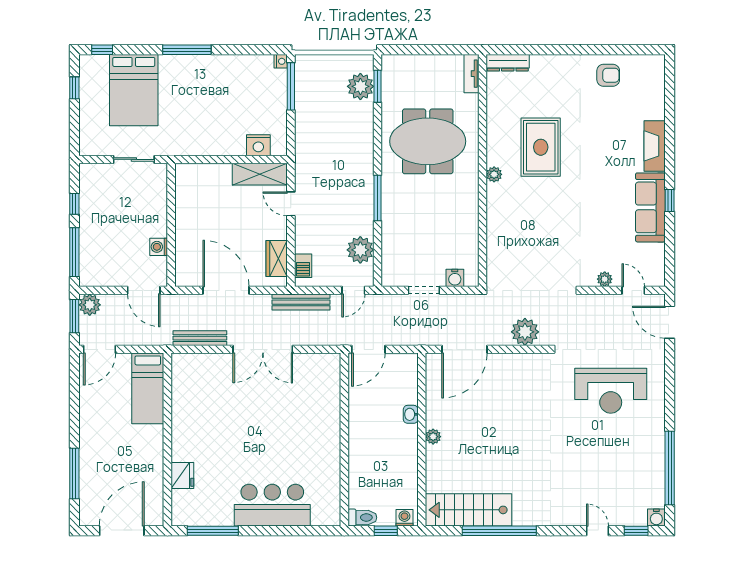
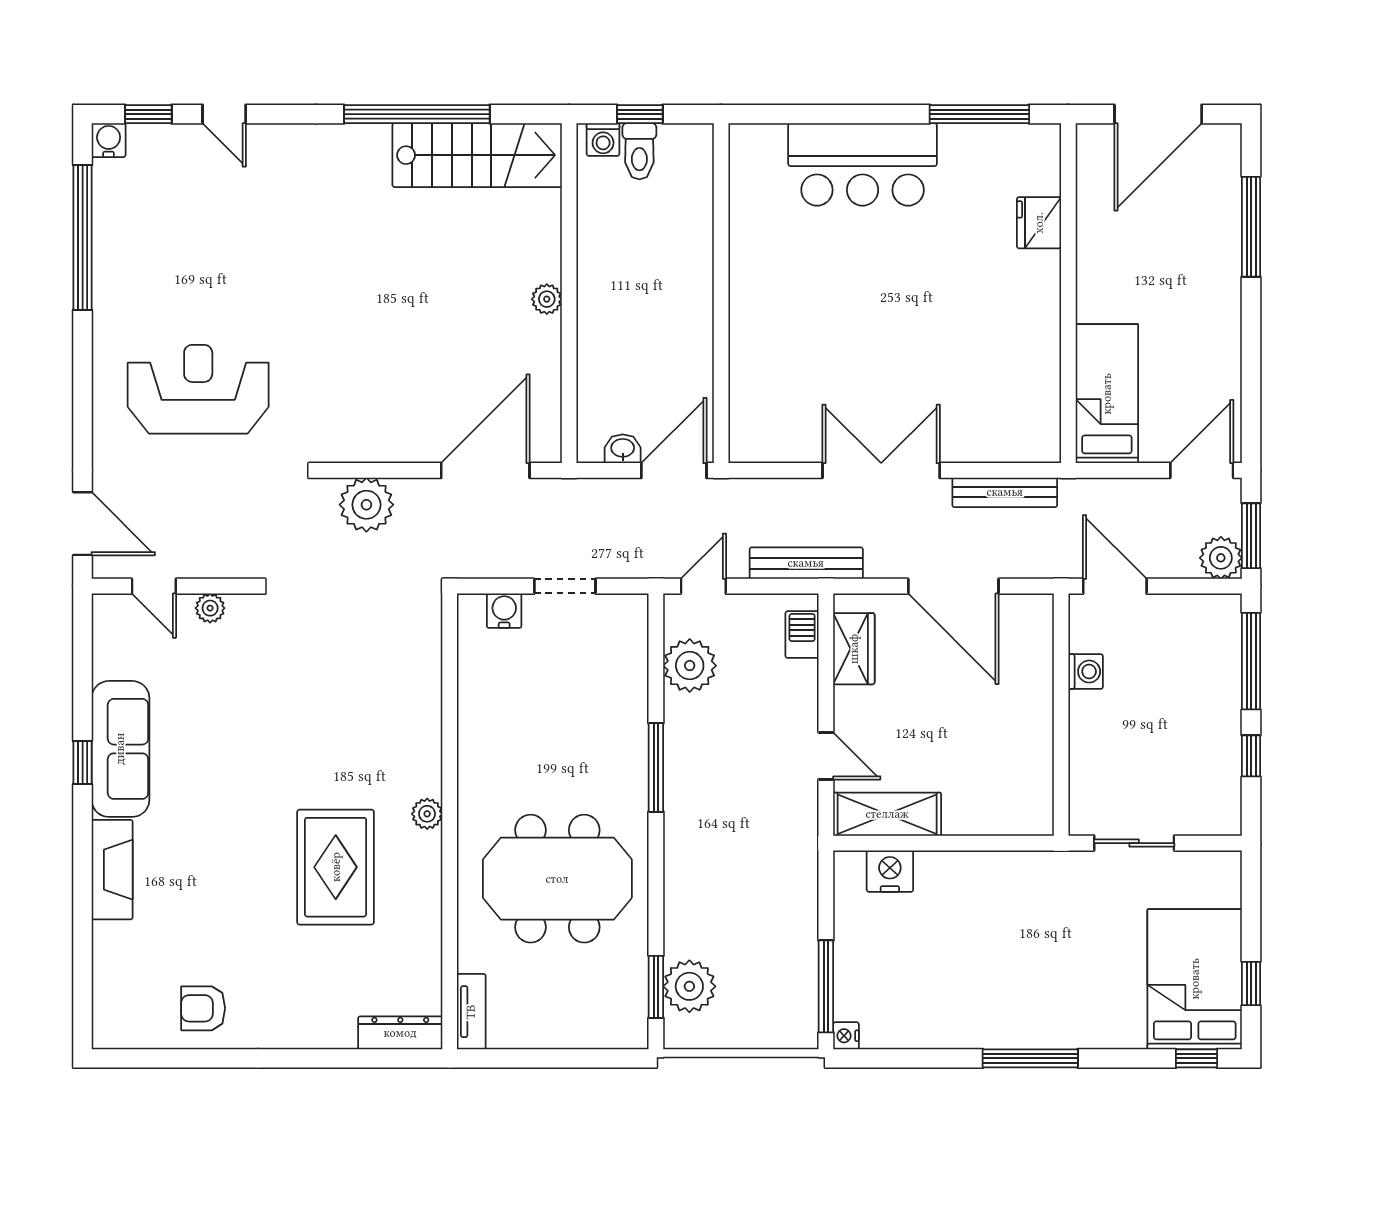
bed: (134, 90) -> (1195, 979), moved
washbasin: (411, 414) -> (623, 449), moved, turned -90
toilet: (362, 517) -> (639, 151), moved, turned -90

